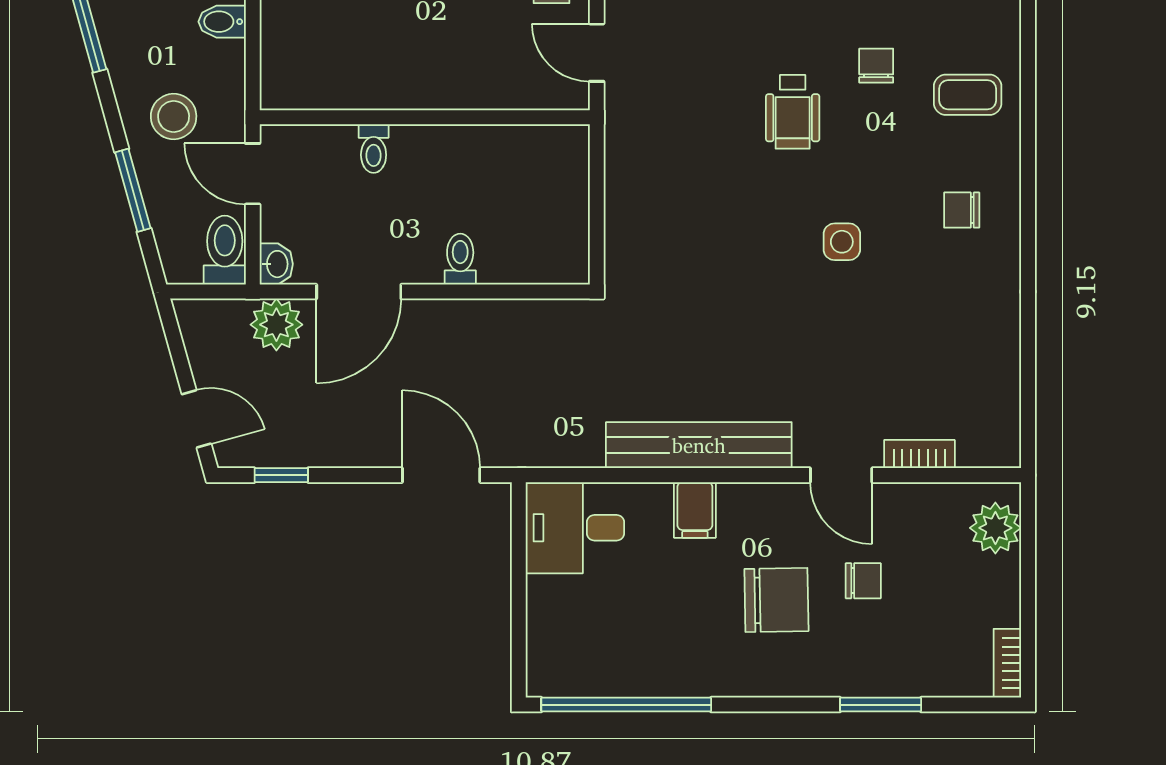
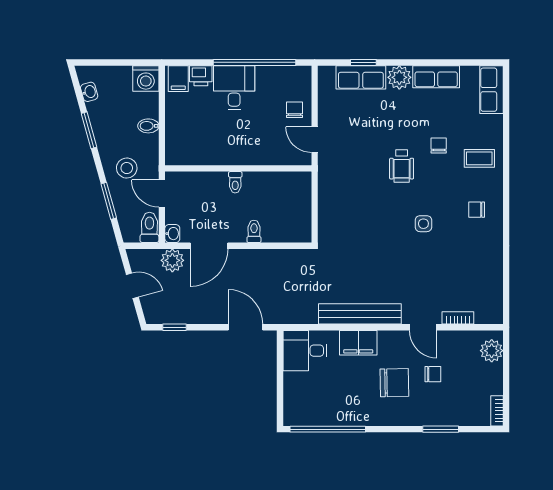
toilet: (374, 149) -> (235, 182), moved
door: (197, 419) -> (132, 286), moved
filing cabinet: (695, 510) -> (358, 343), width x2.00

